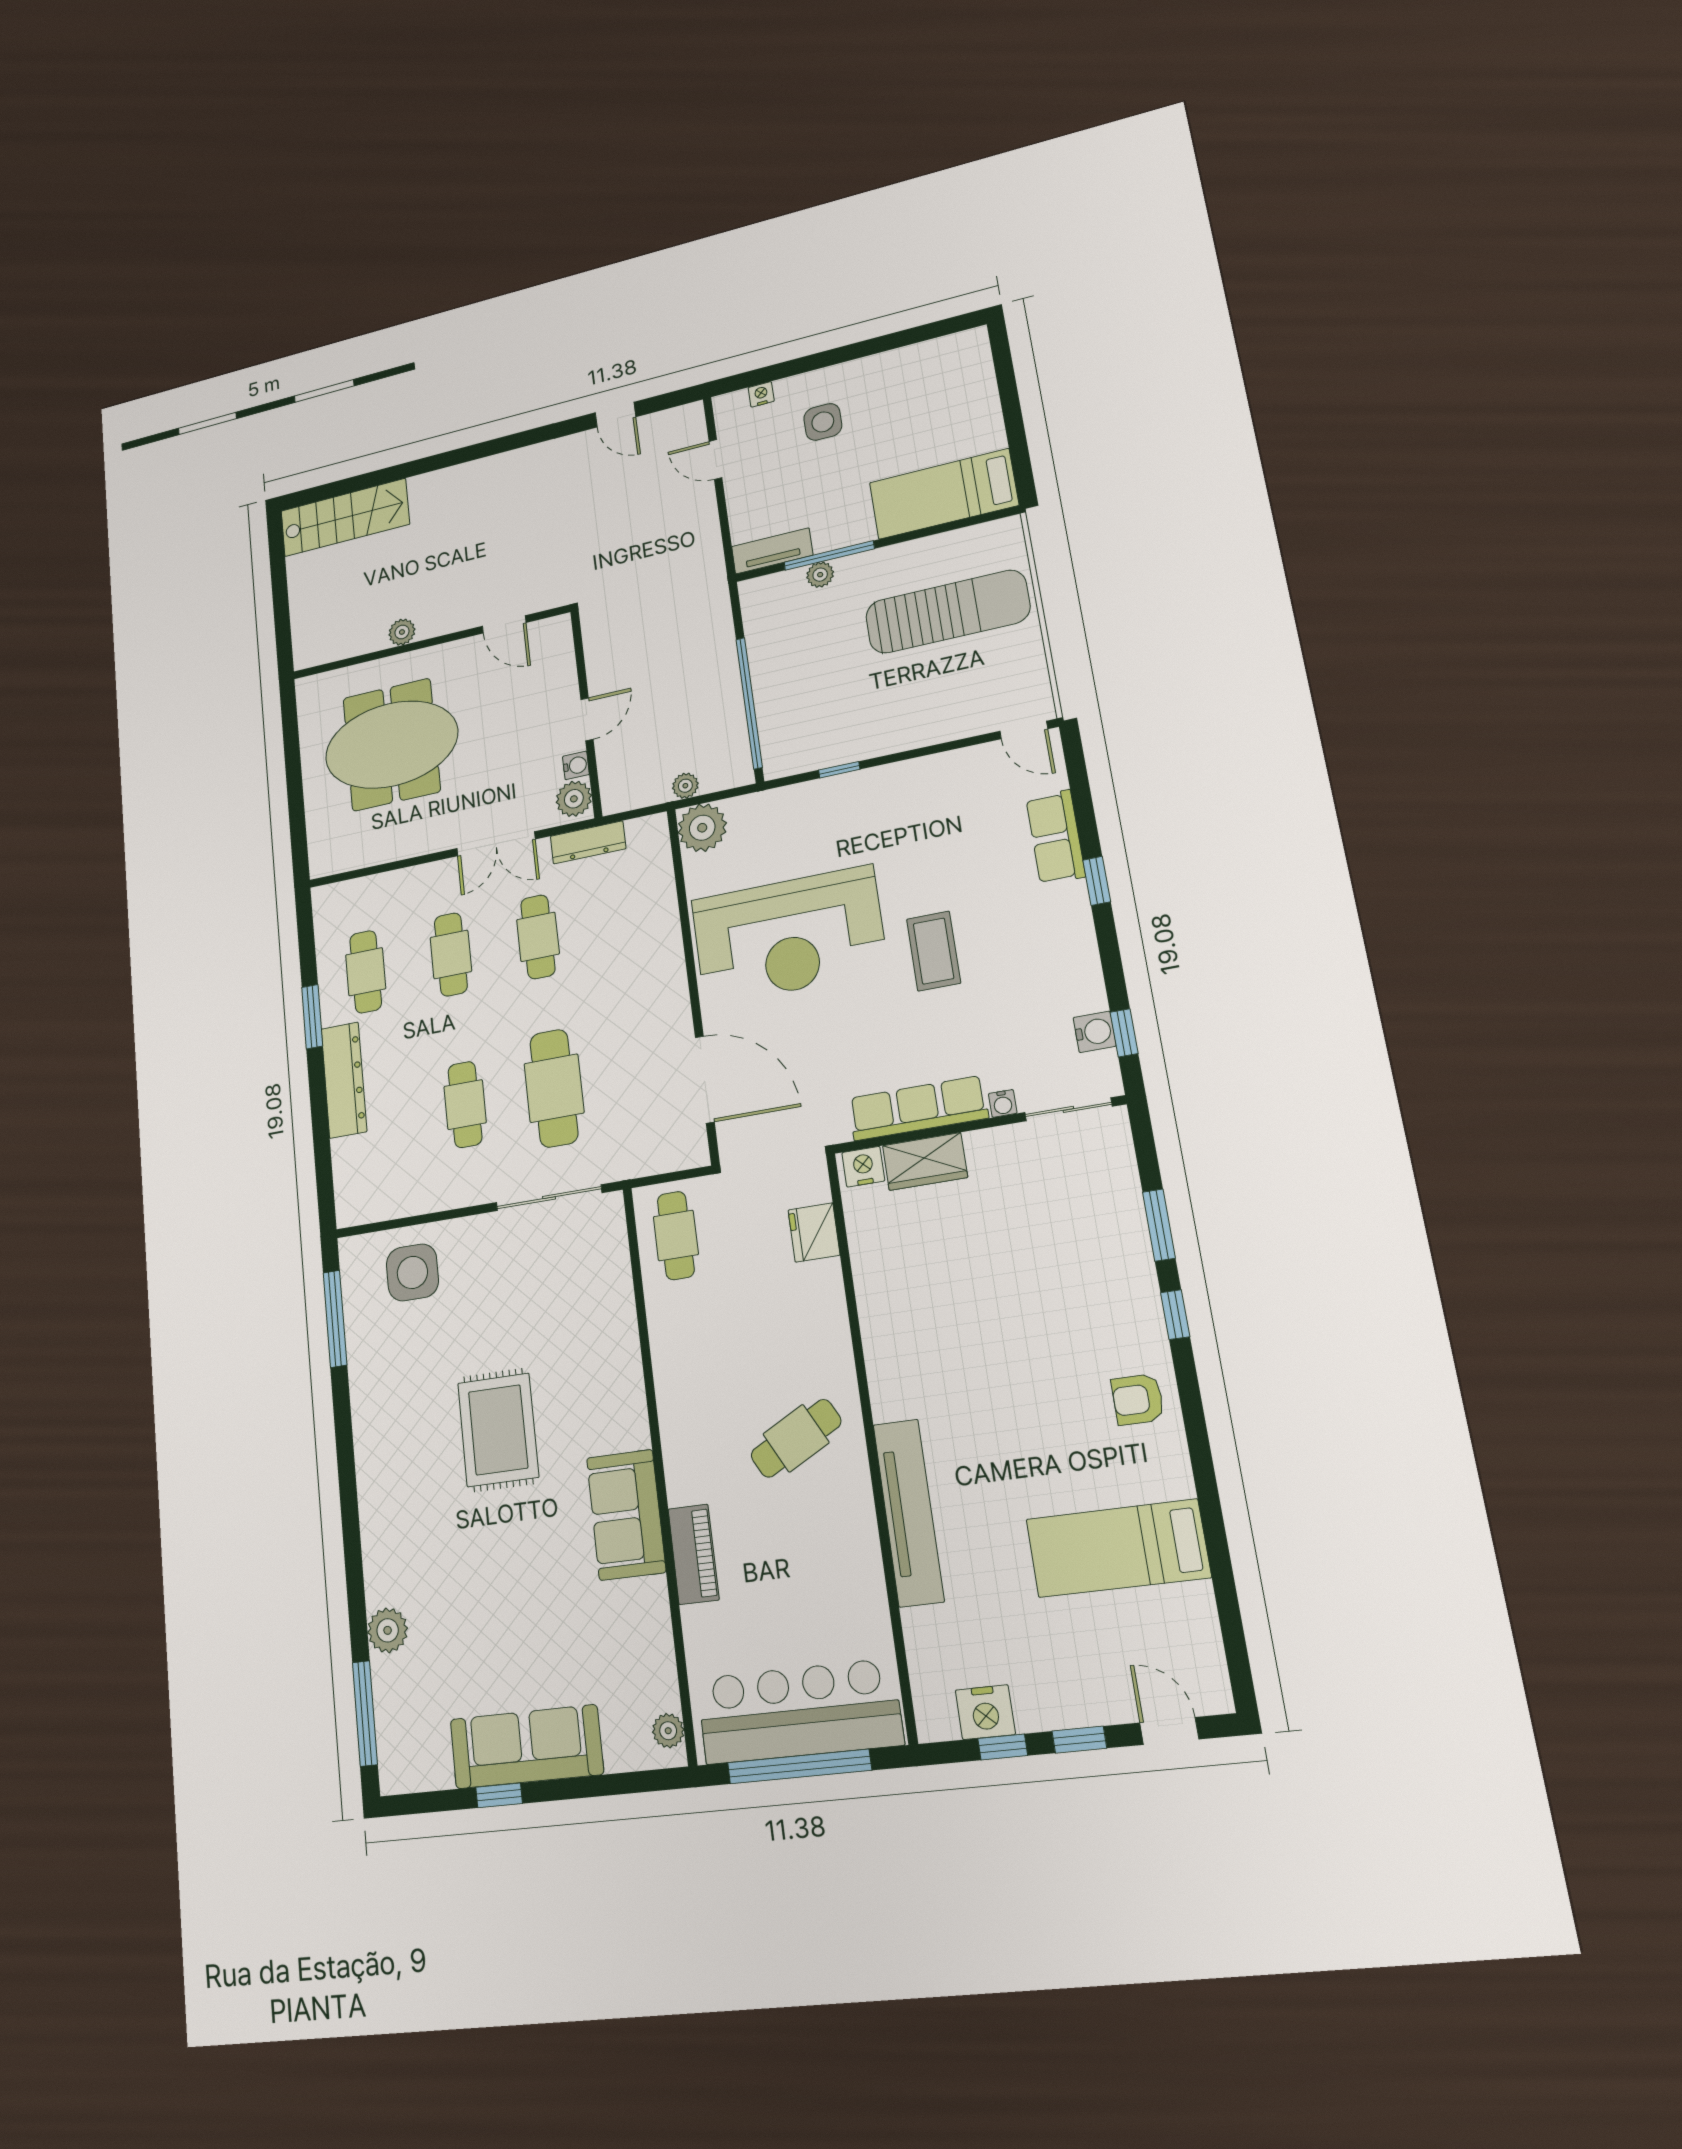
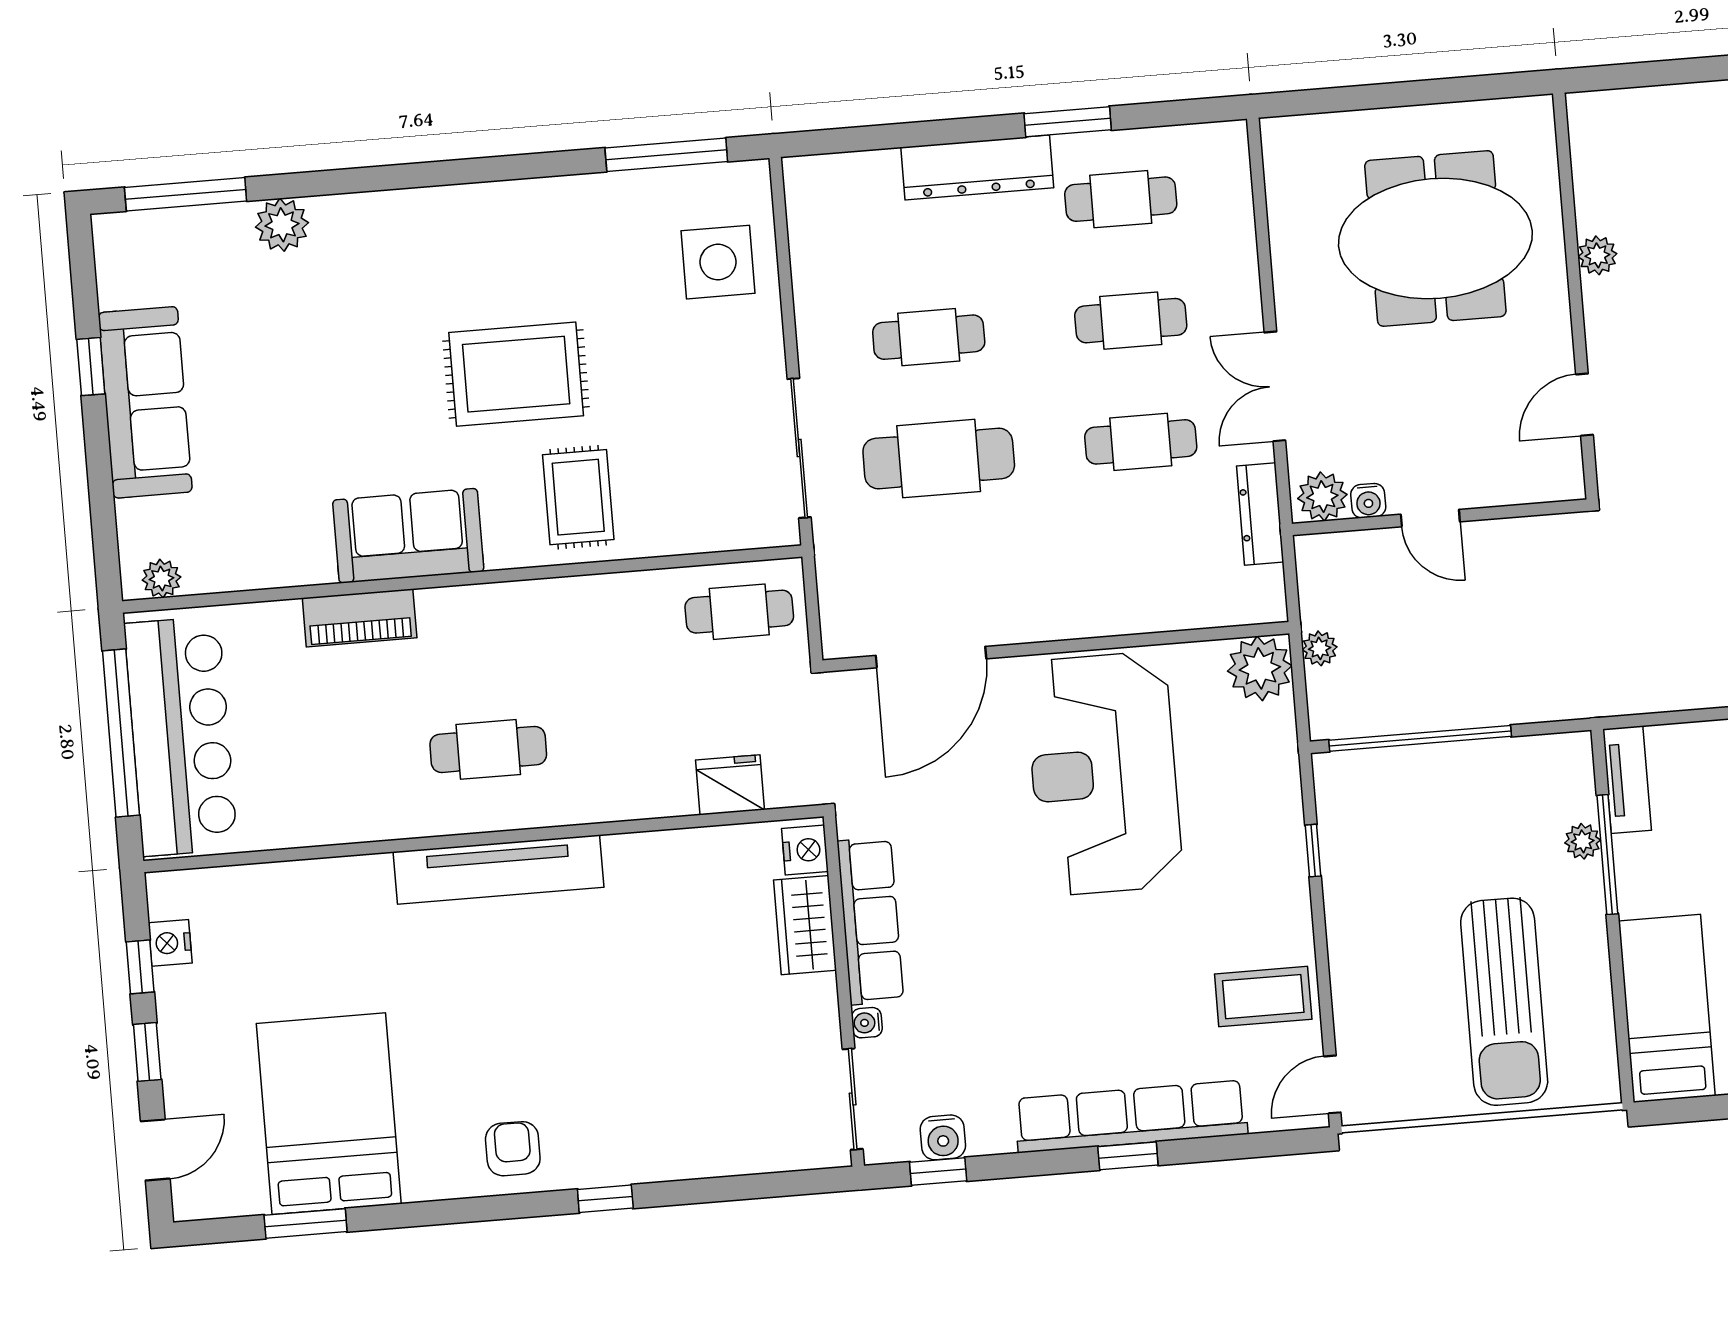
meeting table: (391, 745) -> (1435, 238), turned 90
row of seats: (1056, 837) -> (1131, 1116), width x2.02
coffee table: (934, 951) -> (1263, 997), moved
window: (1159, 1225) -> (306, 1223), moved
rug: (591, 1373) -> (578, 497), added
cafe table: (796, 1438) -> (488, 749), turned -62
tv unit: (908, 1512) -> (498, 870), moved
bed: (1118, 1548) -> (329, 1114), width x1.50
nightstand: (985, 1712) -> (170, 943), width x0.74, depth x0.75

